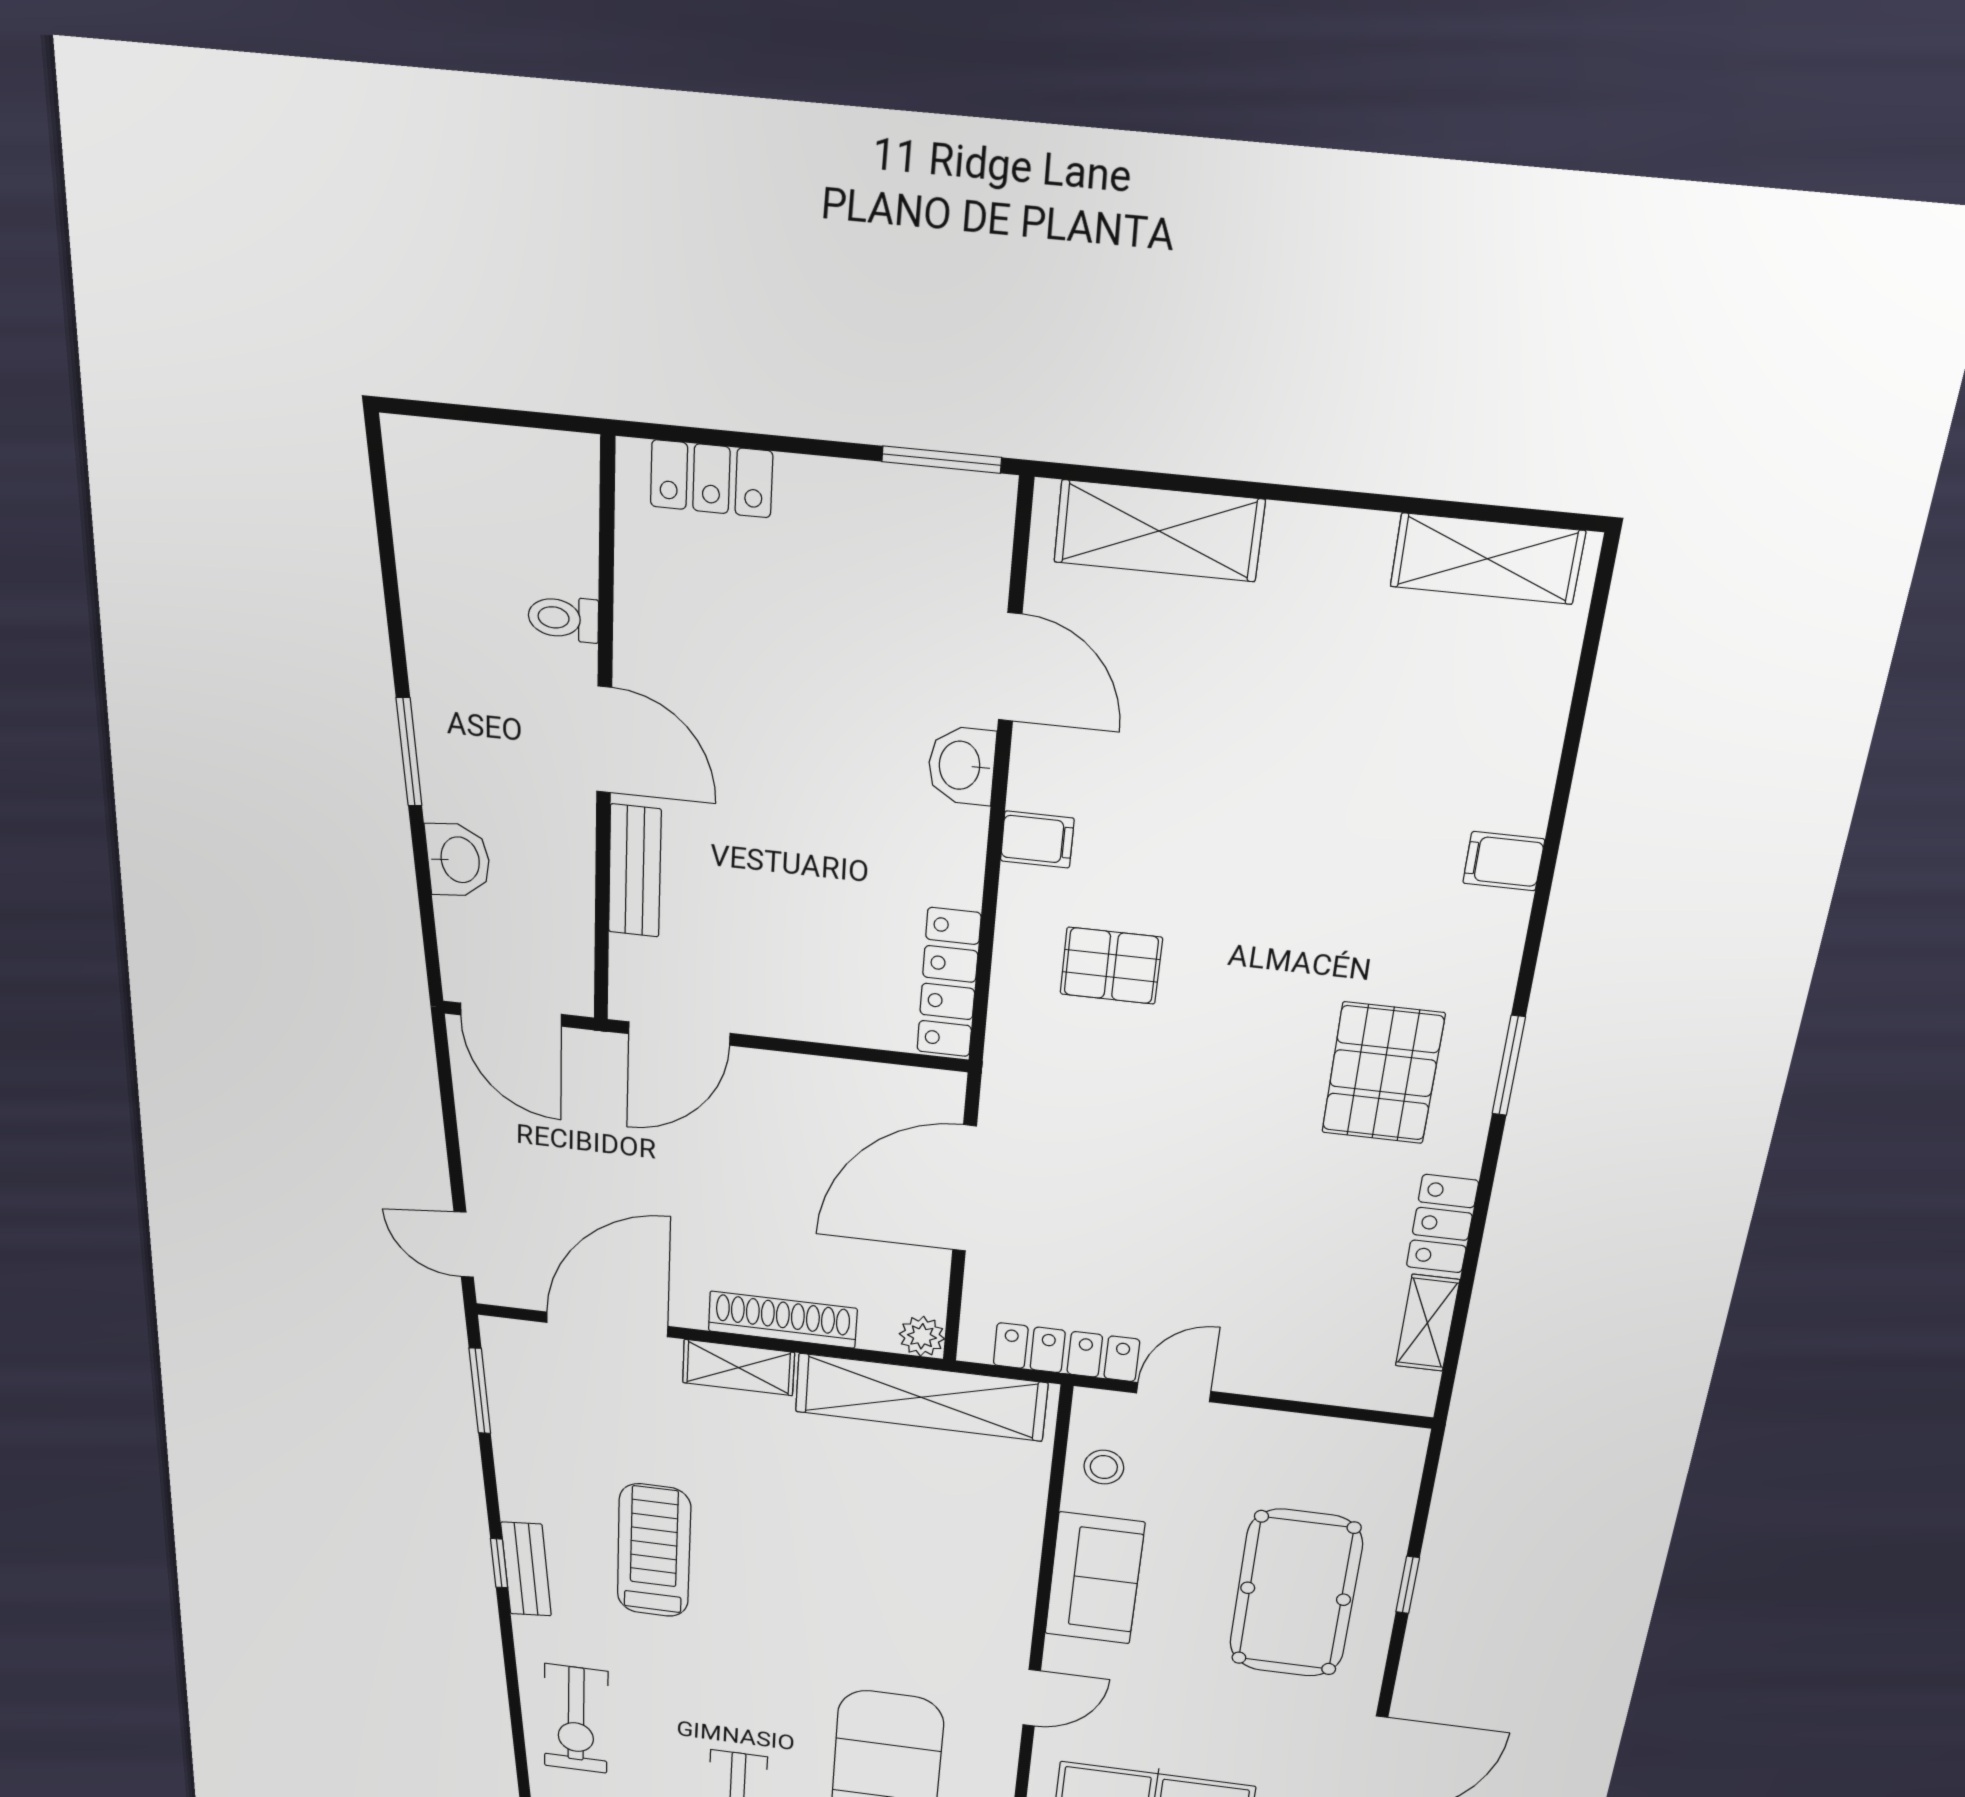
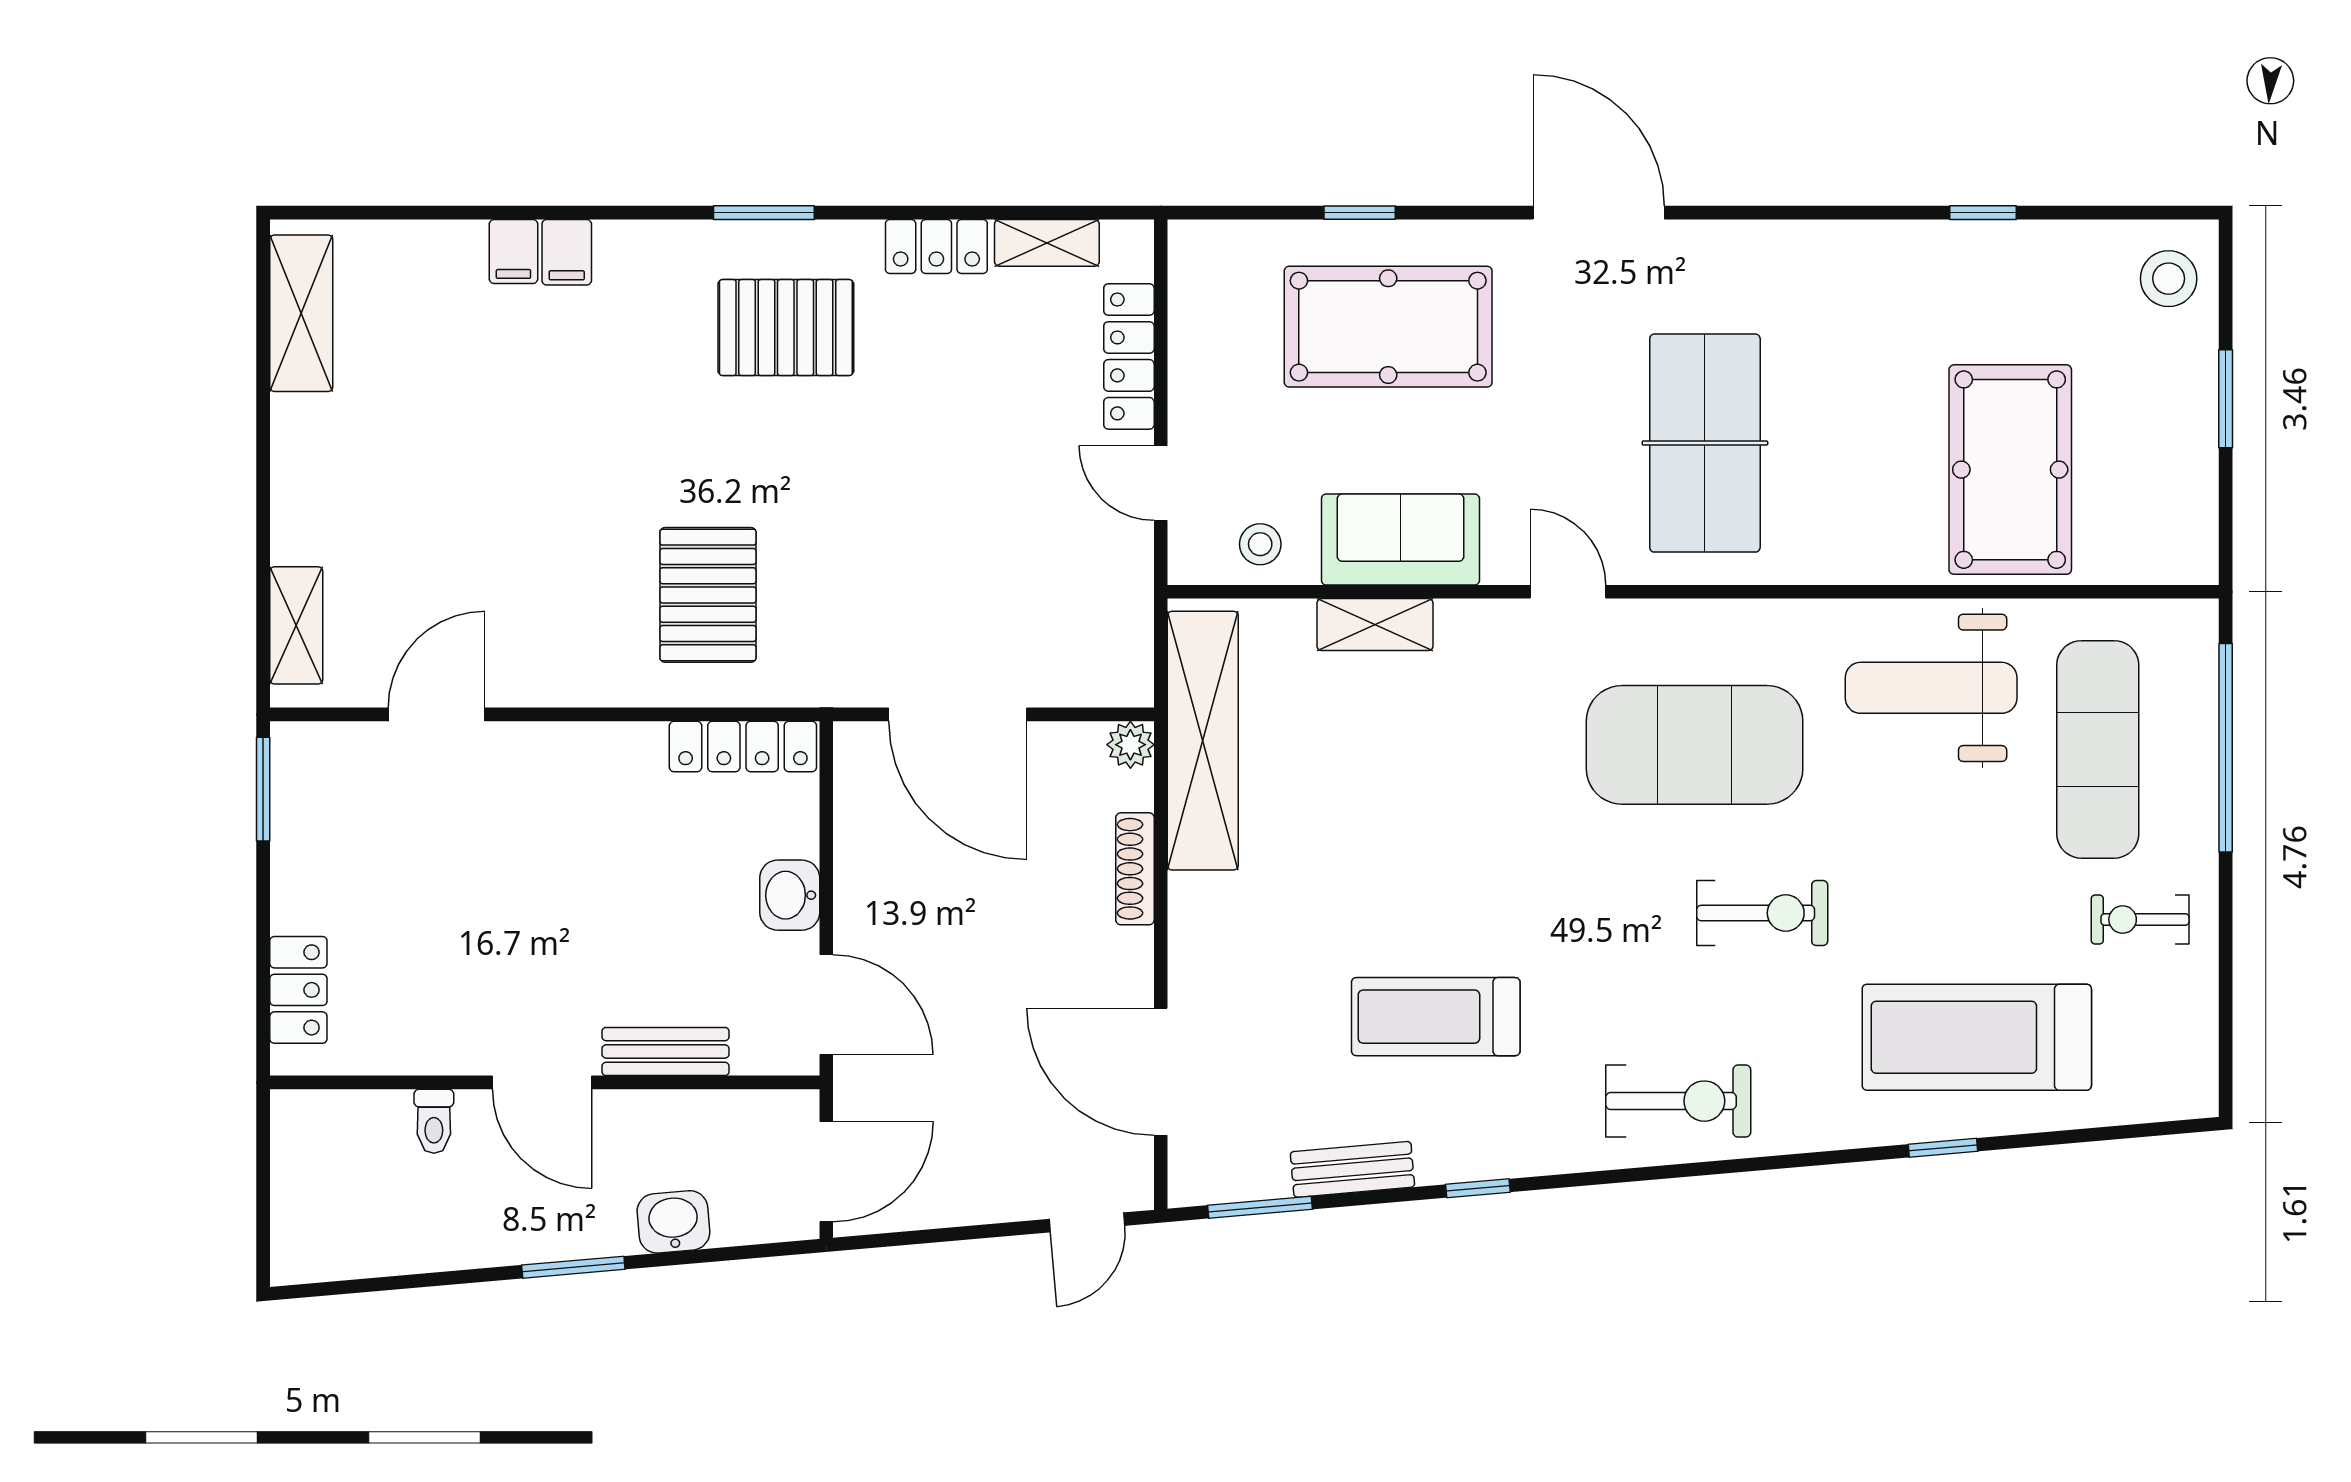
shelving: (1159, 531) -> (296, 625), width x0.67, depth x0.75
door: (604, 740) -> (542, 1082), swing flipped
washbasin: (961, 765) -> (790, 895), moved, turned 90
filing cabinet: (1037, 840) -> (513, 251), moved, turned 180
pallet: (1111, 966) -> (708, 595), width x1.50, depth x1.42
shoe rack: (783, 1320) -> (1135, 869), width x0.74, depth x0.81
locker: (1066, 1352) -> (1129, 356), moved
shelving: (738, 1368) -> (1375, 625), moved, turned 90
bench: (526, 1569) -> (1352, 1169), moved

